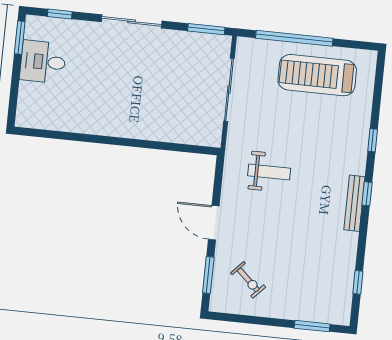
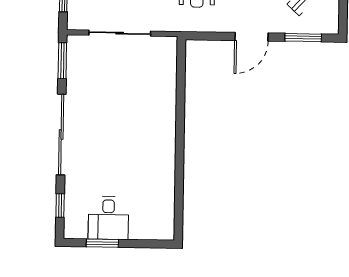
sliding door: (132, 21) -> (61, 135), width x1.36
window: (20, 38) -> (102, 243), moved

